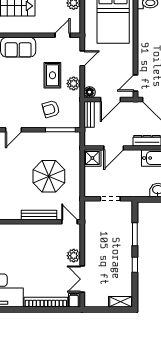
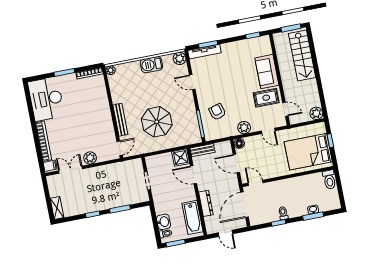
rug: (52, 75) -> (266, 98), moved
bench: (89, 114) -> (203, 150), moved

